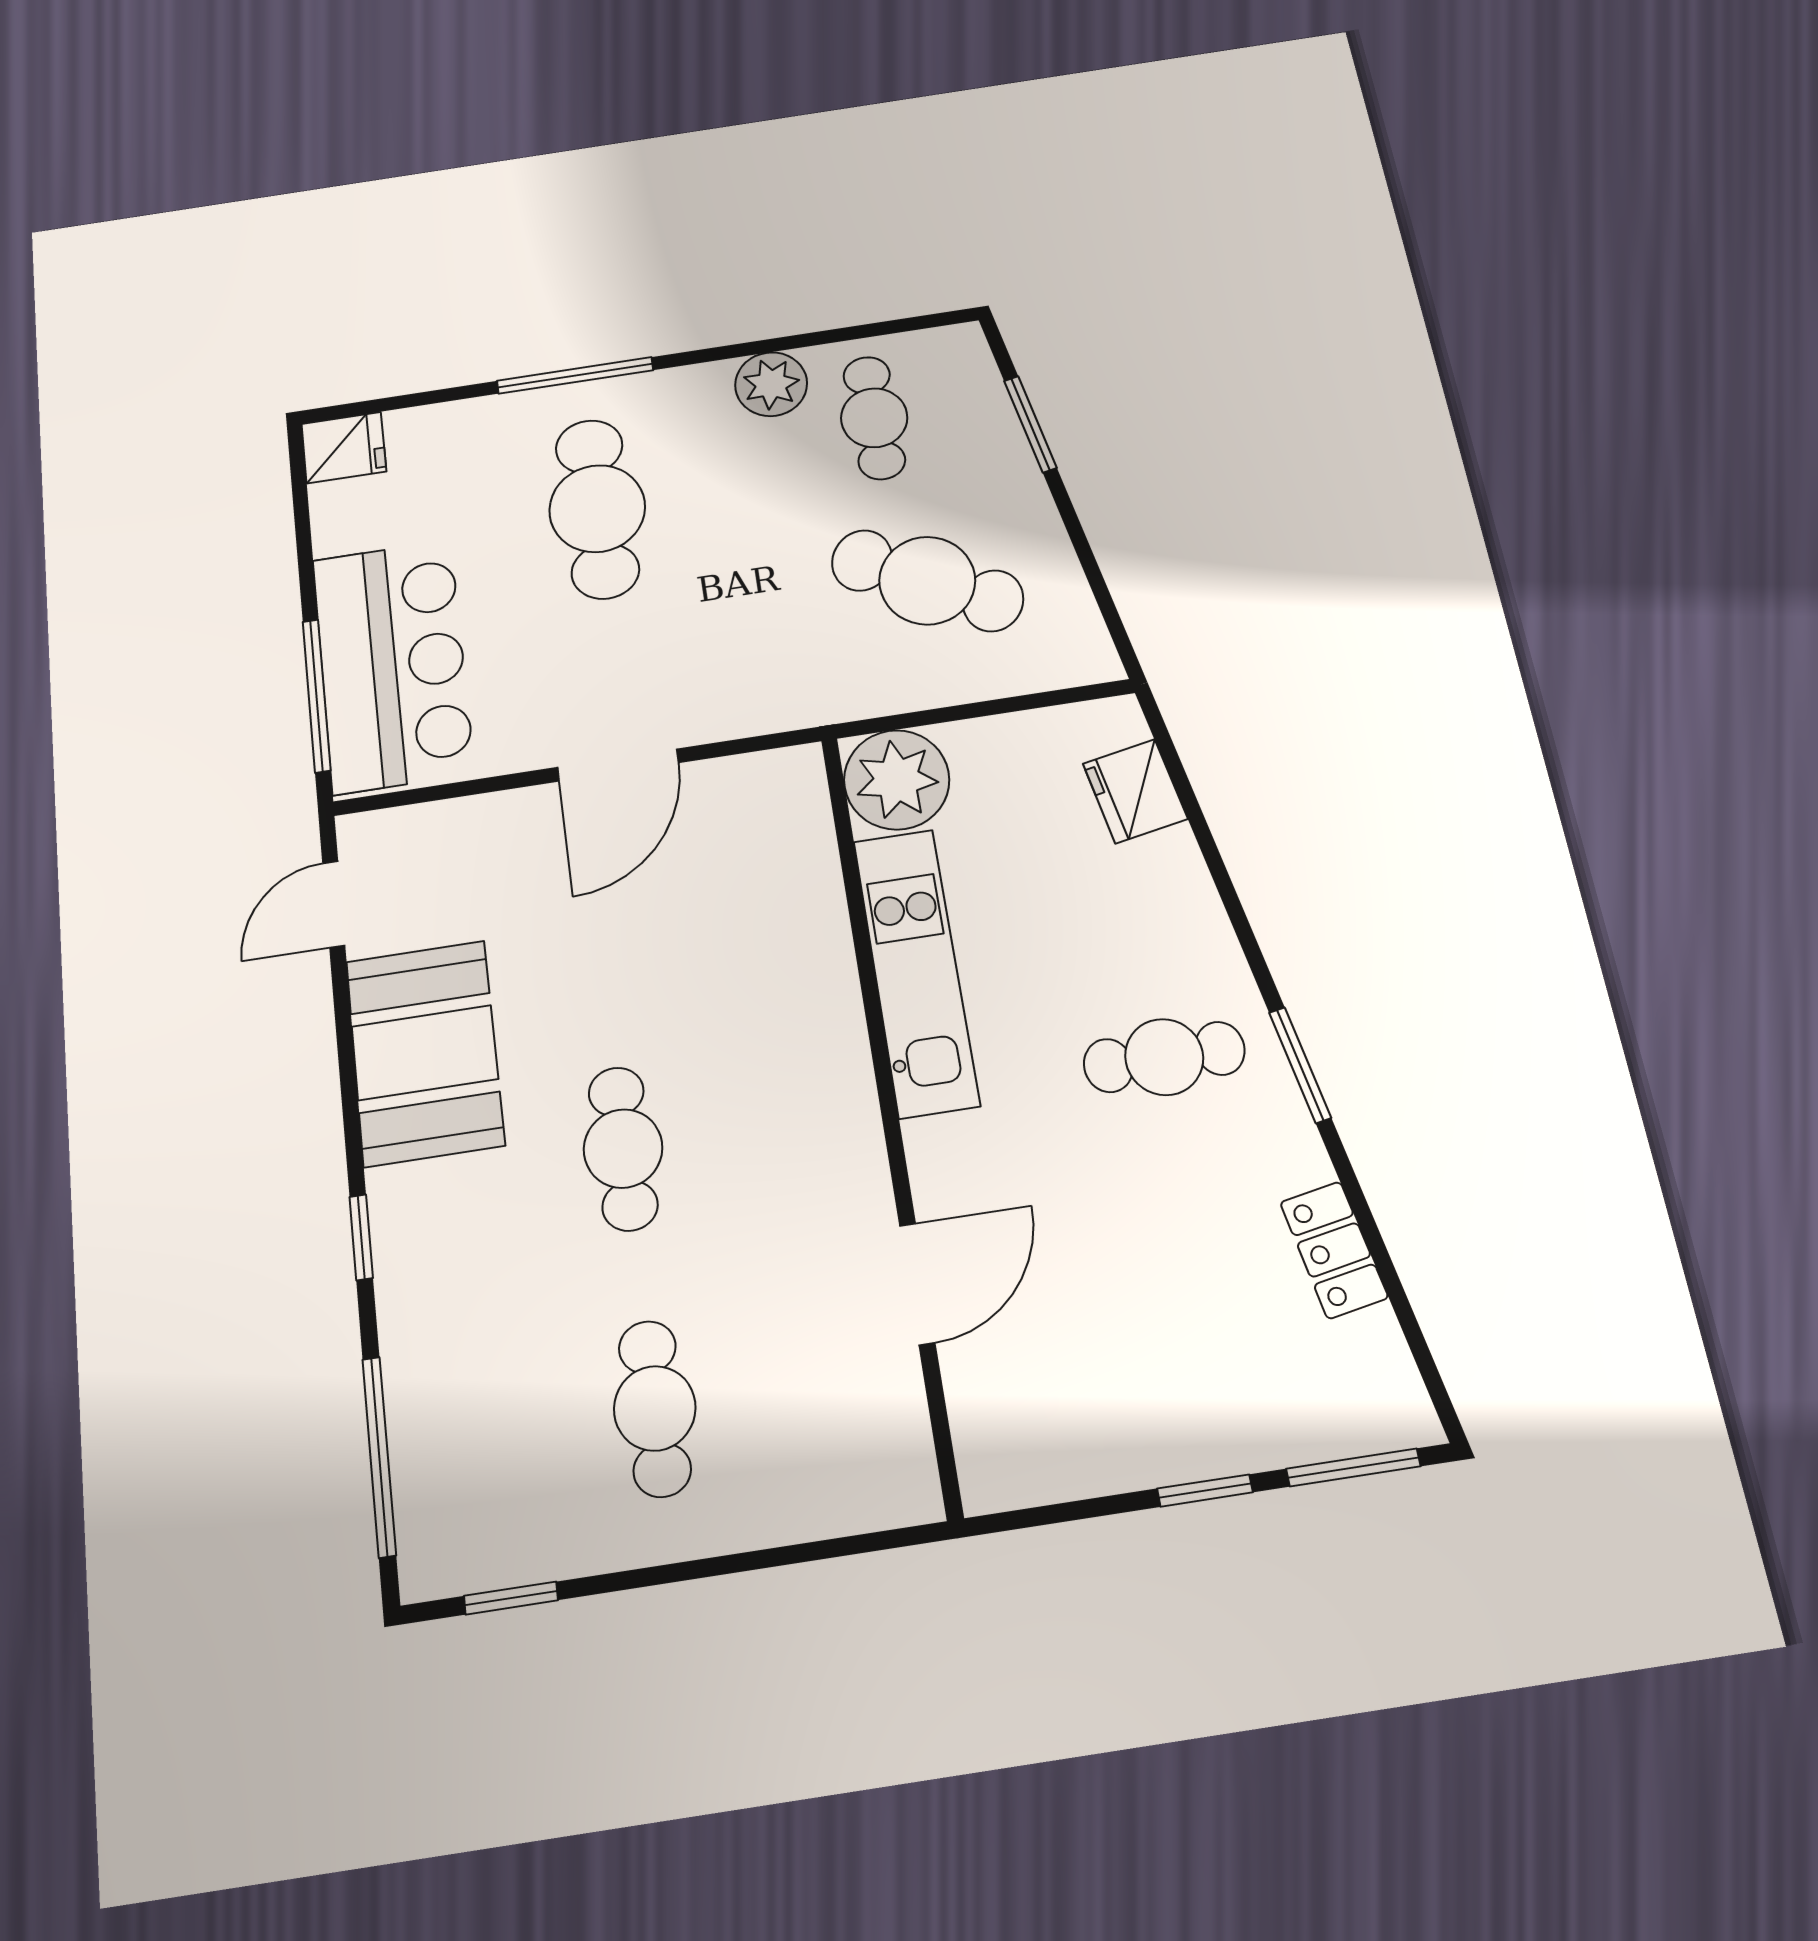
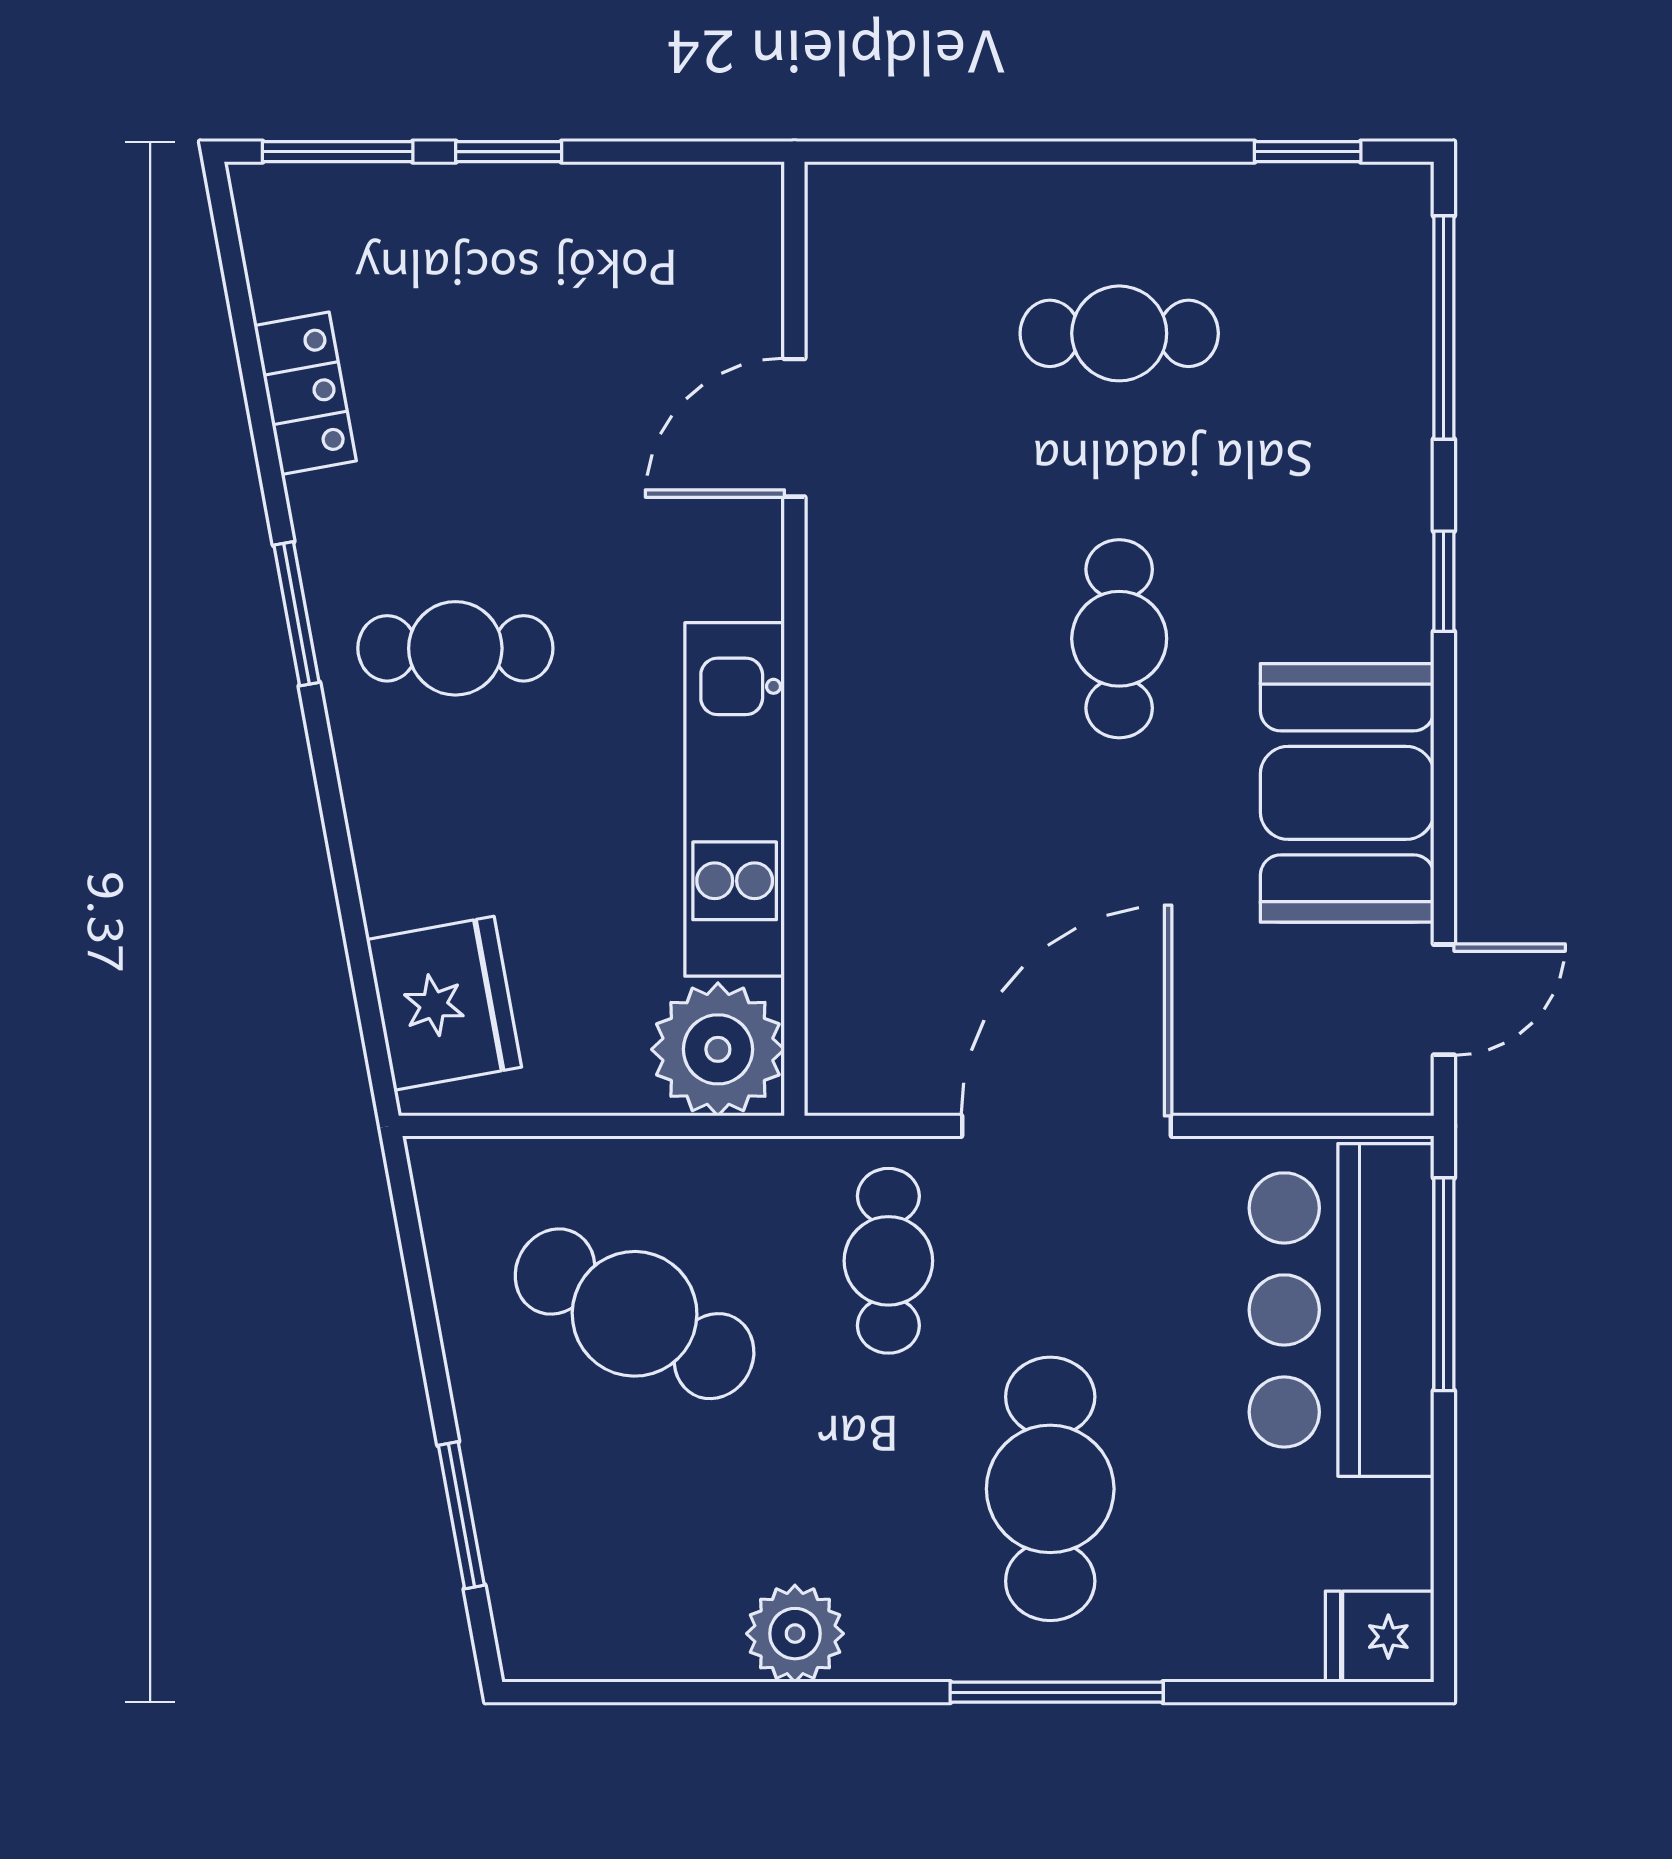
cafe table: (874, 418) -> (888, 1261), moved
door: (618, 765) -> (1066, 1126), width x1.36
fridge: (1135, 791) -> (444, 1003), width x1.36, depth x1.34
cafe table: (655, 1408) -> (1119, 333), turned 90

